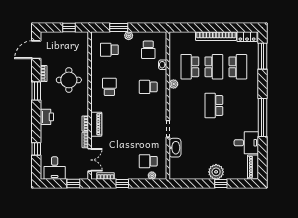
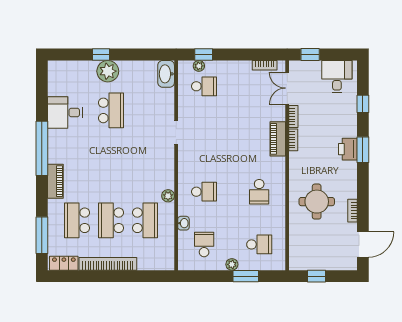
window: (36, 91) -> (363, 150), moved
school desk: (214, 105) -> (111, 110), moved
washbasin: (175, 148) -> (166, 74), moved
piano: (253, 167) -> (55, 181), moved
window: (122, 184) -> (204, 55), moved

